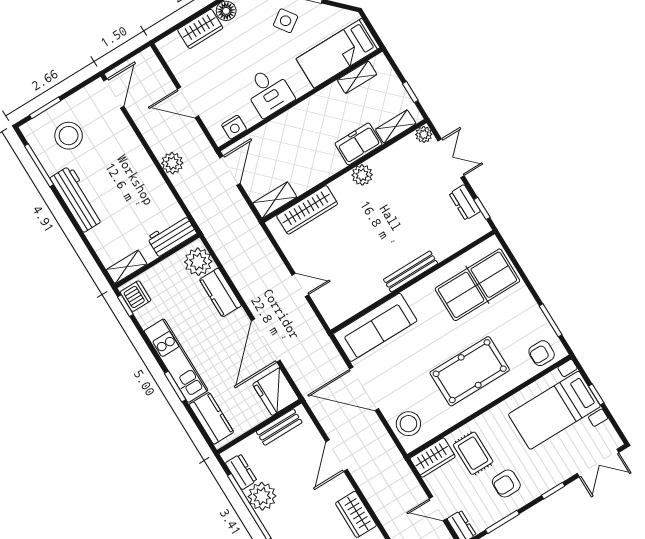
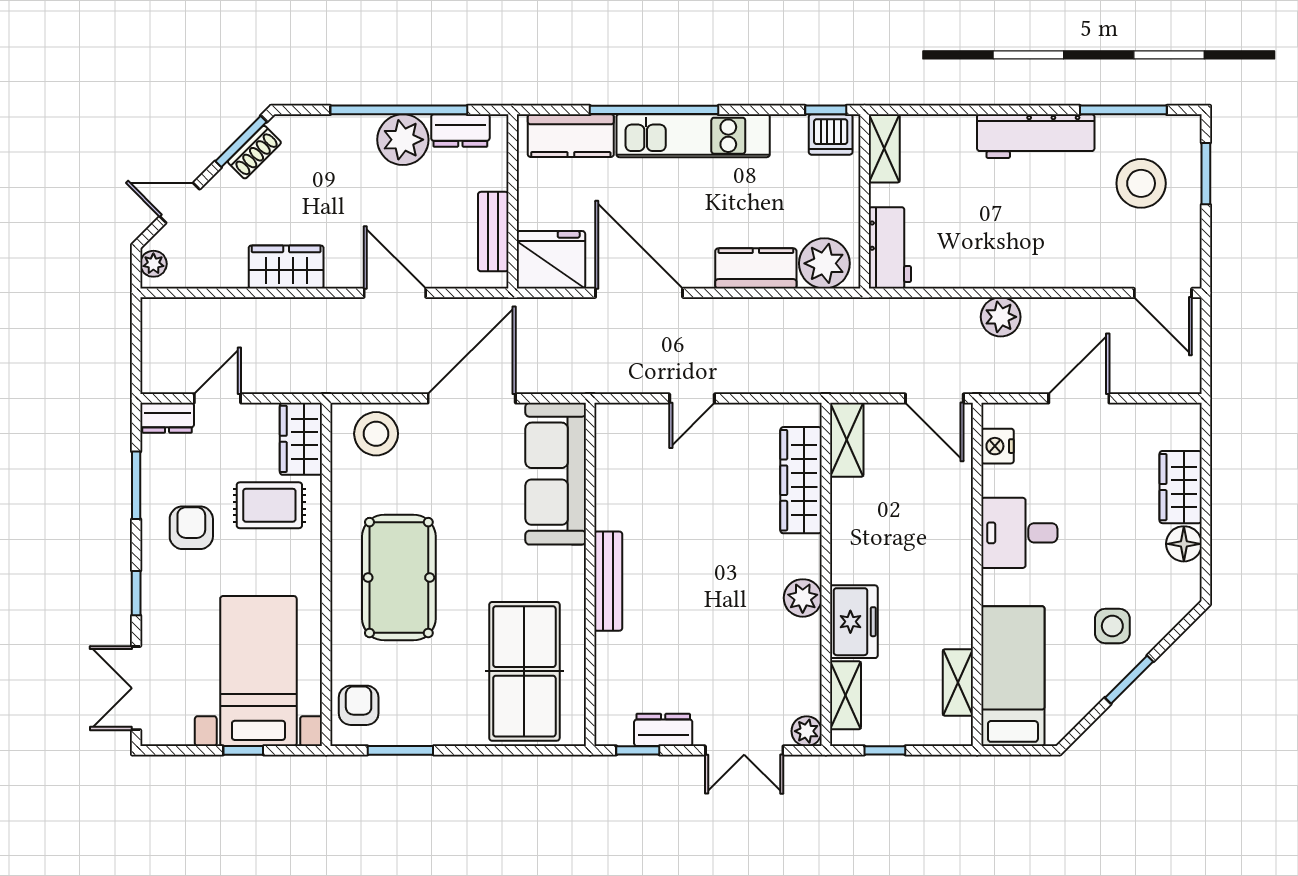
side table: (286, 21) -> (1112, 626), turned 35
window: (175, 387) -> (654, 110), width x2.11

